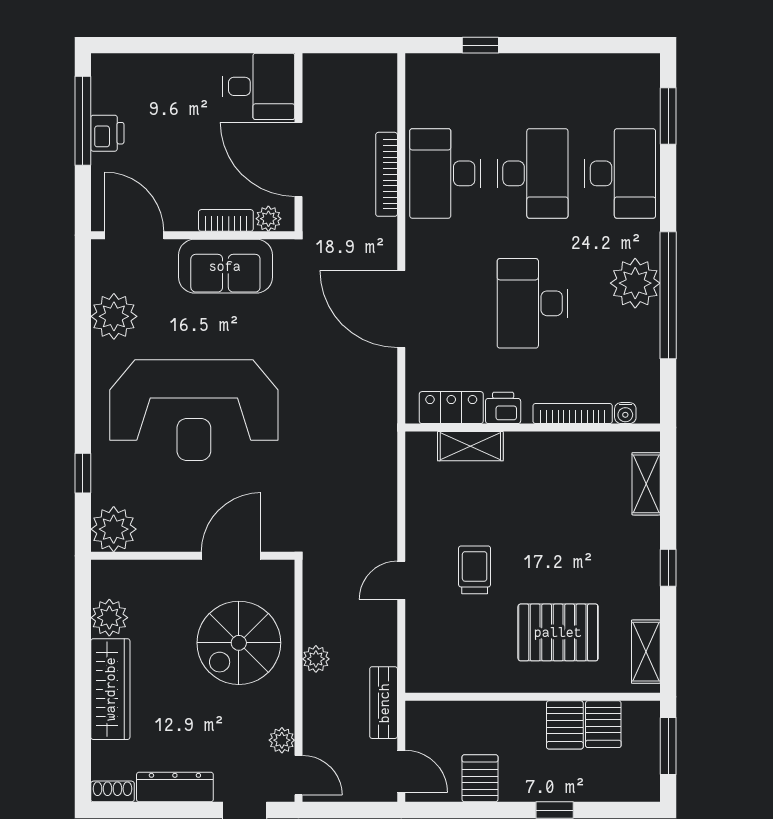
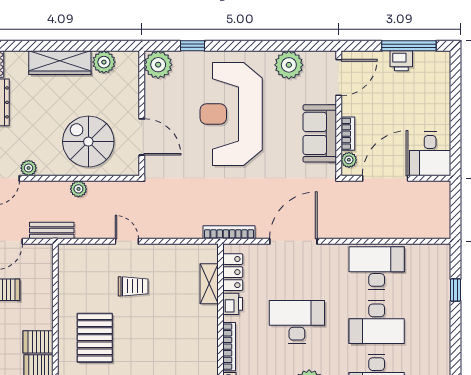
bookcase: (387, 174) -> (229, 232), moved

